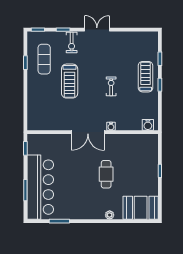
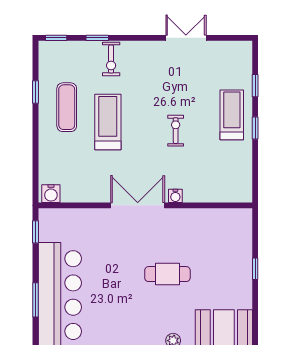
double door: (97, 30) -> (186, 38), moved
exercise mat: (44, 59) -> (67, 107), moved
treadmill: (70, 81) -> (108, 122), turned 180
water cooler: (148, 125) -> (51, 194), moved
double door: (88, 132) -> (138, 205), swing flipped
cafe table: (106, 174) -> (167, 274), turned 90

